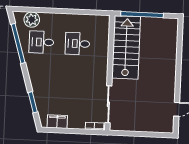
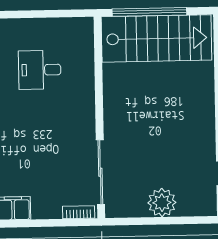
stairs: (126, 47) -> (156, 38), moved, turned 90
plant: (142, 124) -> (162, 203), added

